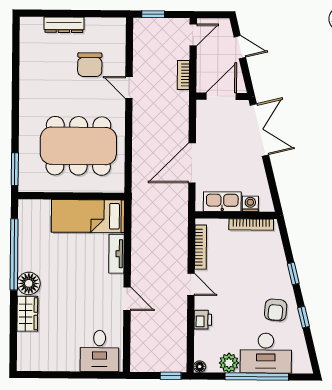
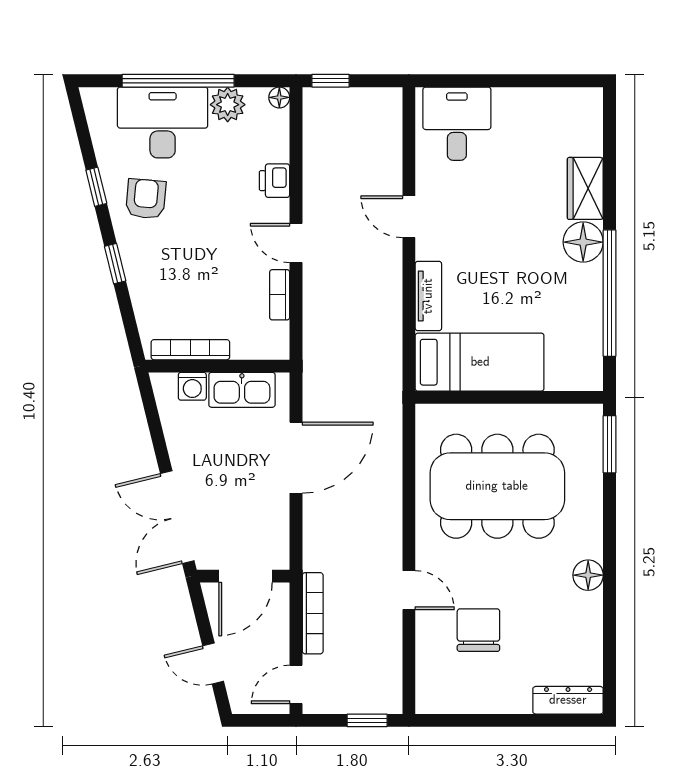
dresser: (64, 25) -> (568, 700), moved
bookcase: (183, 75) -> (313, 613), width x1.56
floor lamp: (28, 95) -> (588, 575), added
bookcase: (201, 247) -> (280, 295), width x0.64

